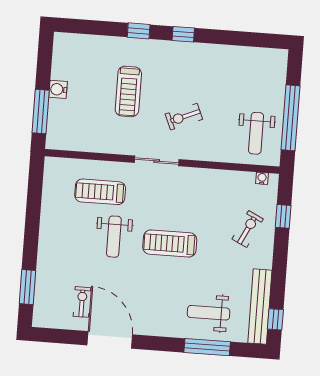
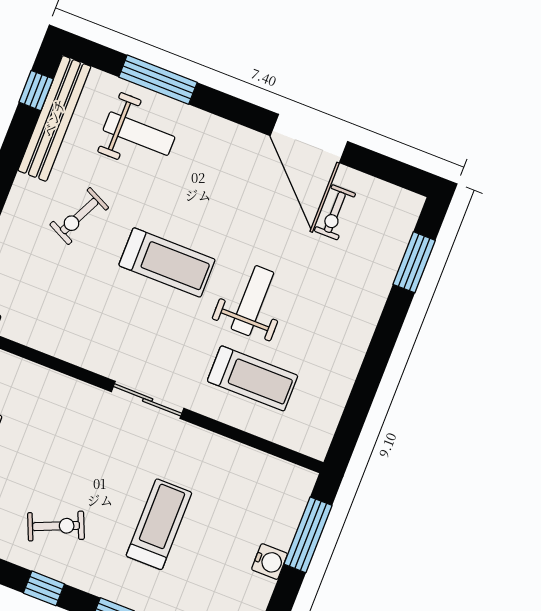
exercise bike: (184, 117) -> (56, 526), moved
exercise bike: (248, 229) -> (79, 216), moved

